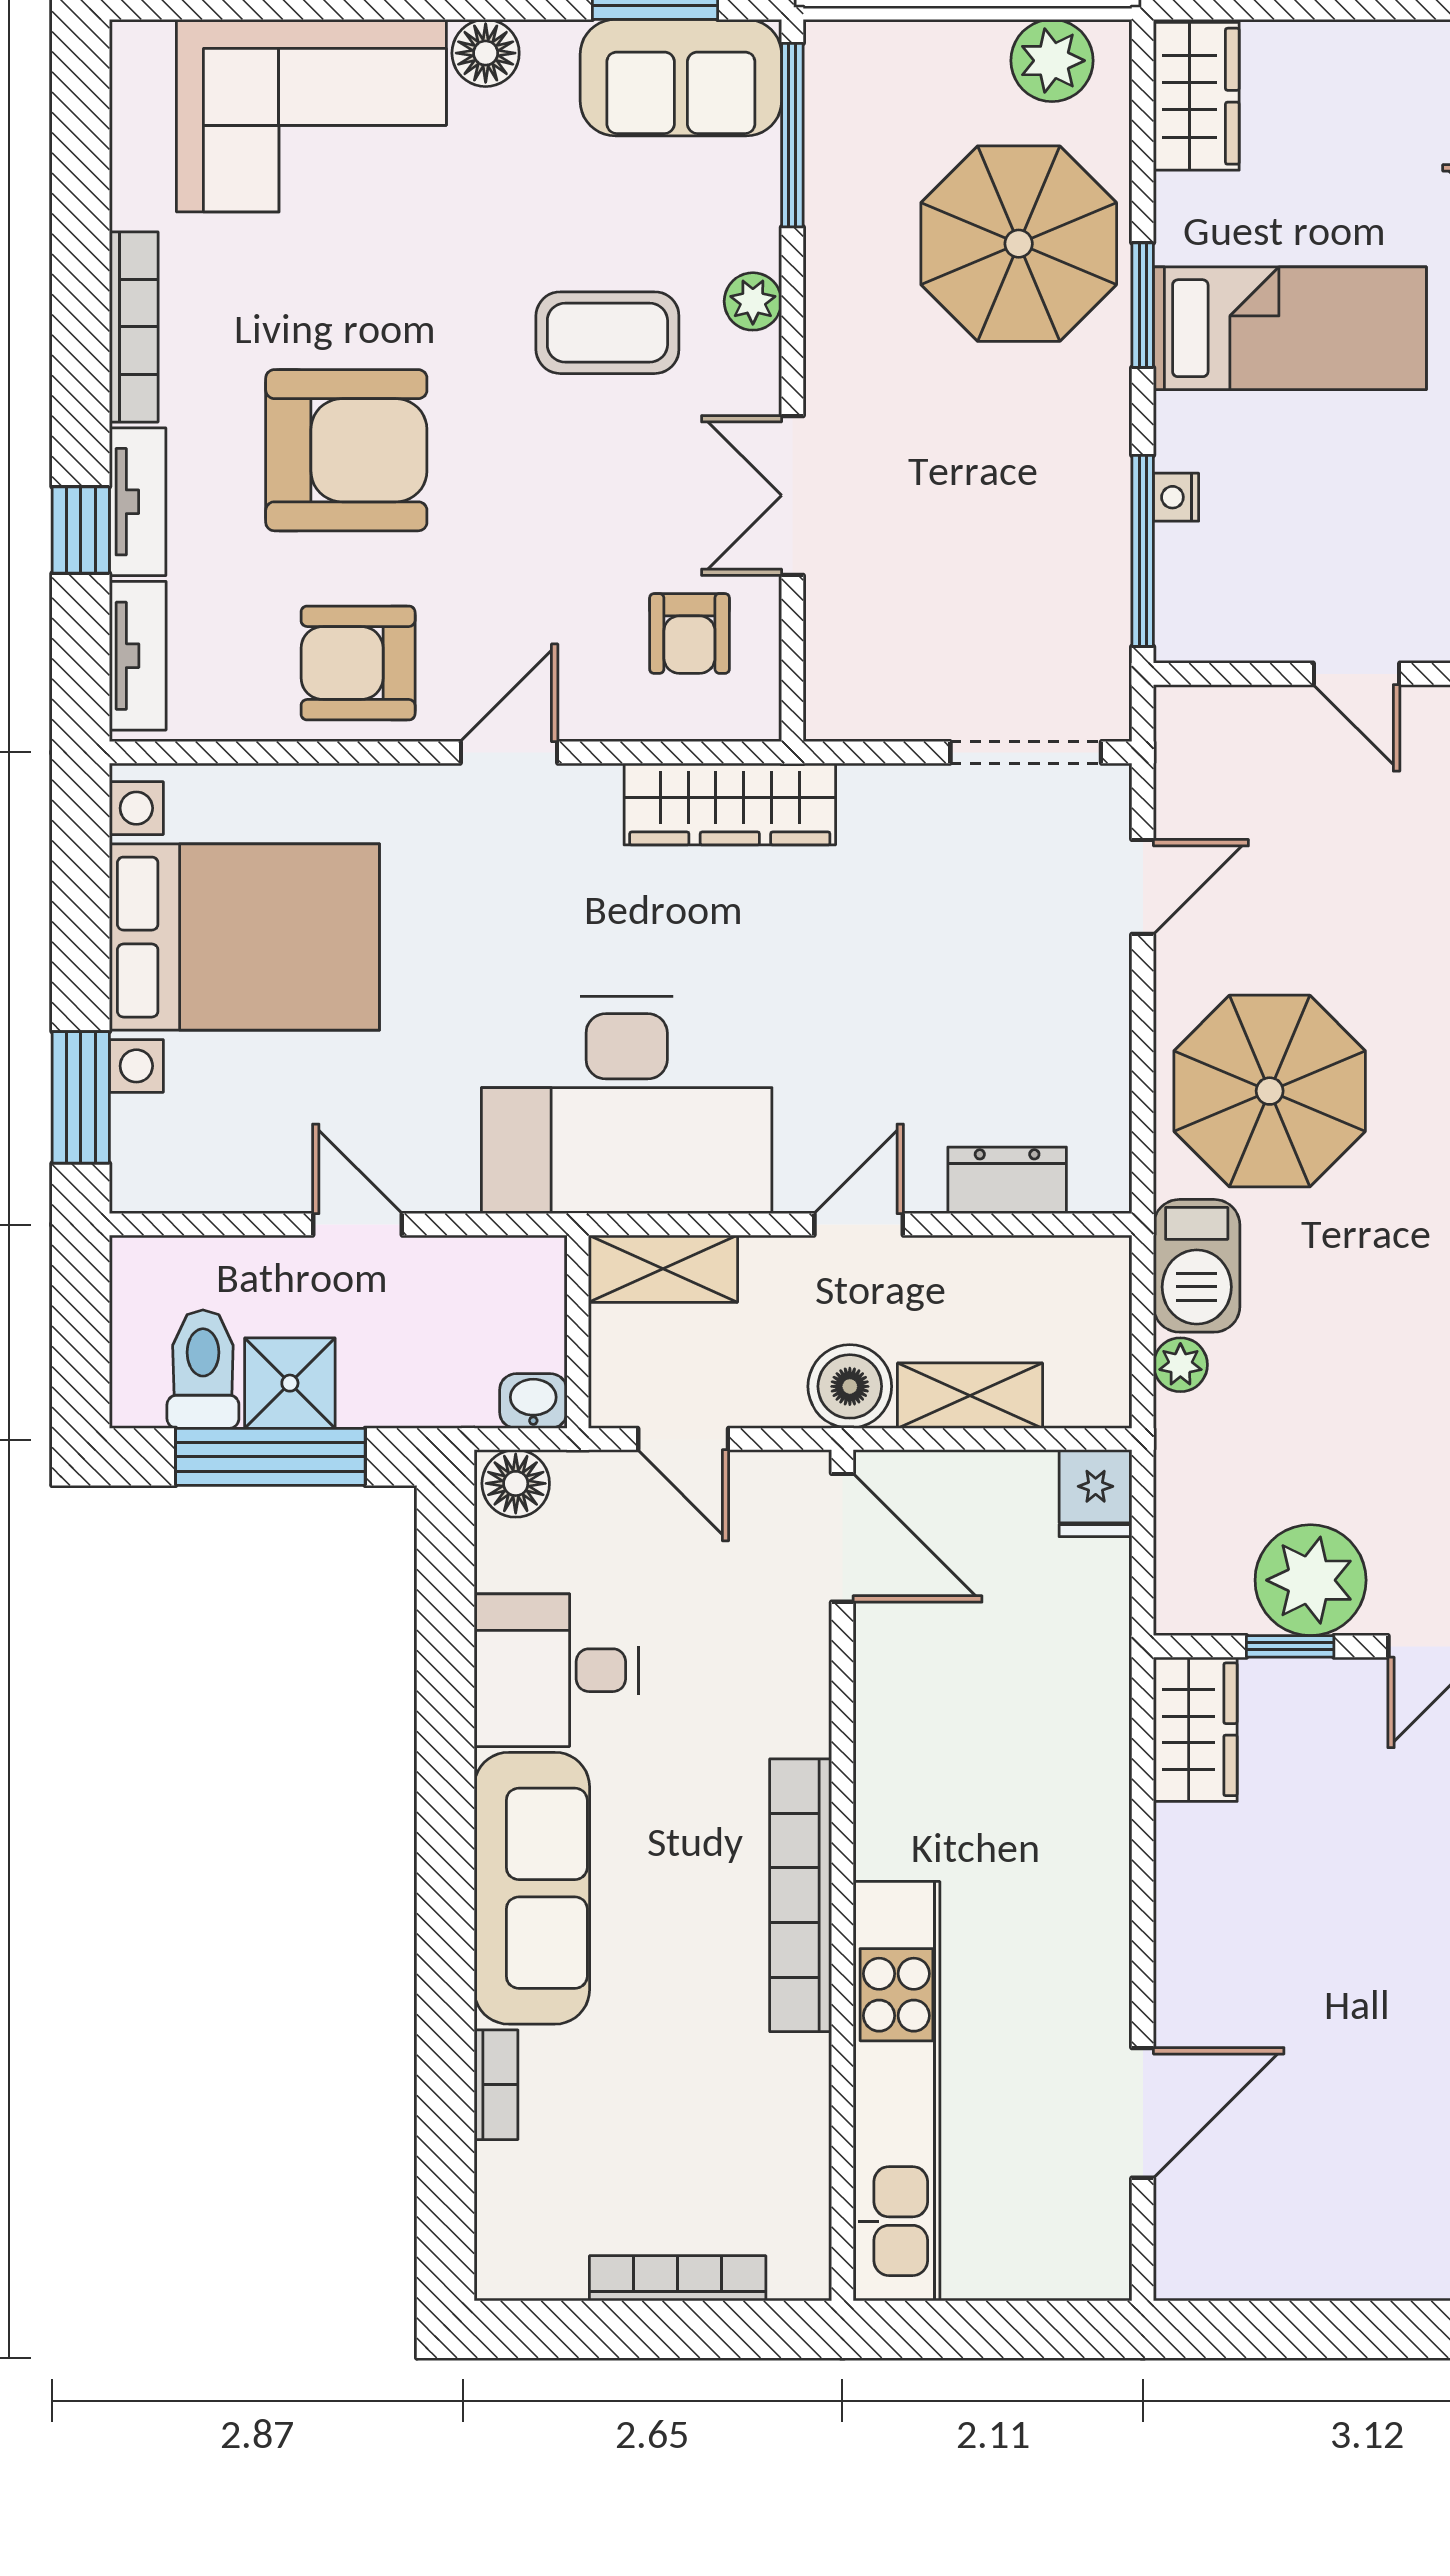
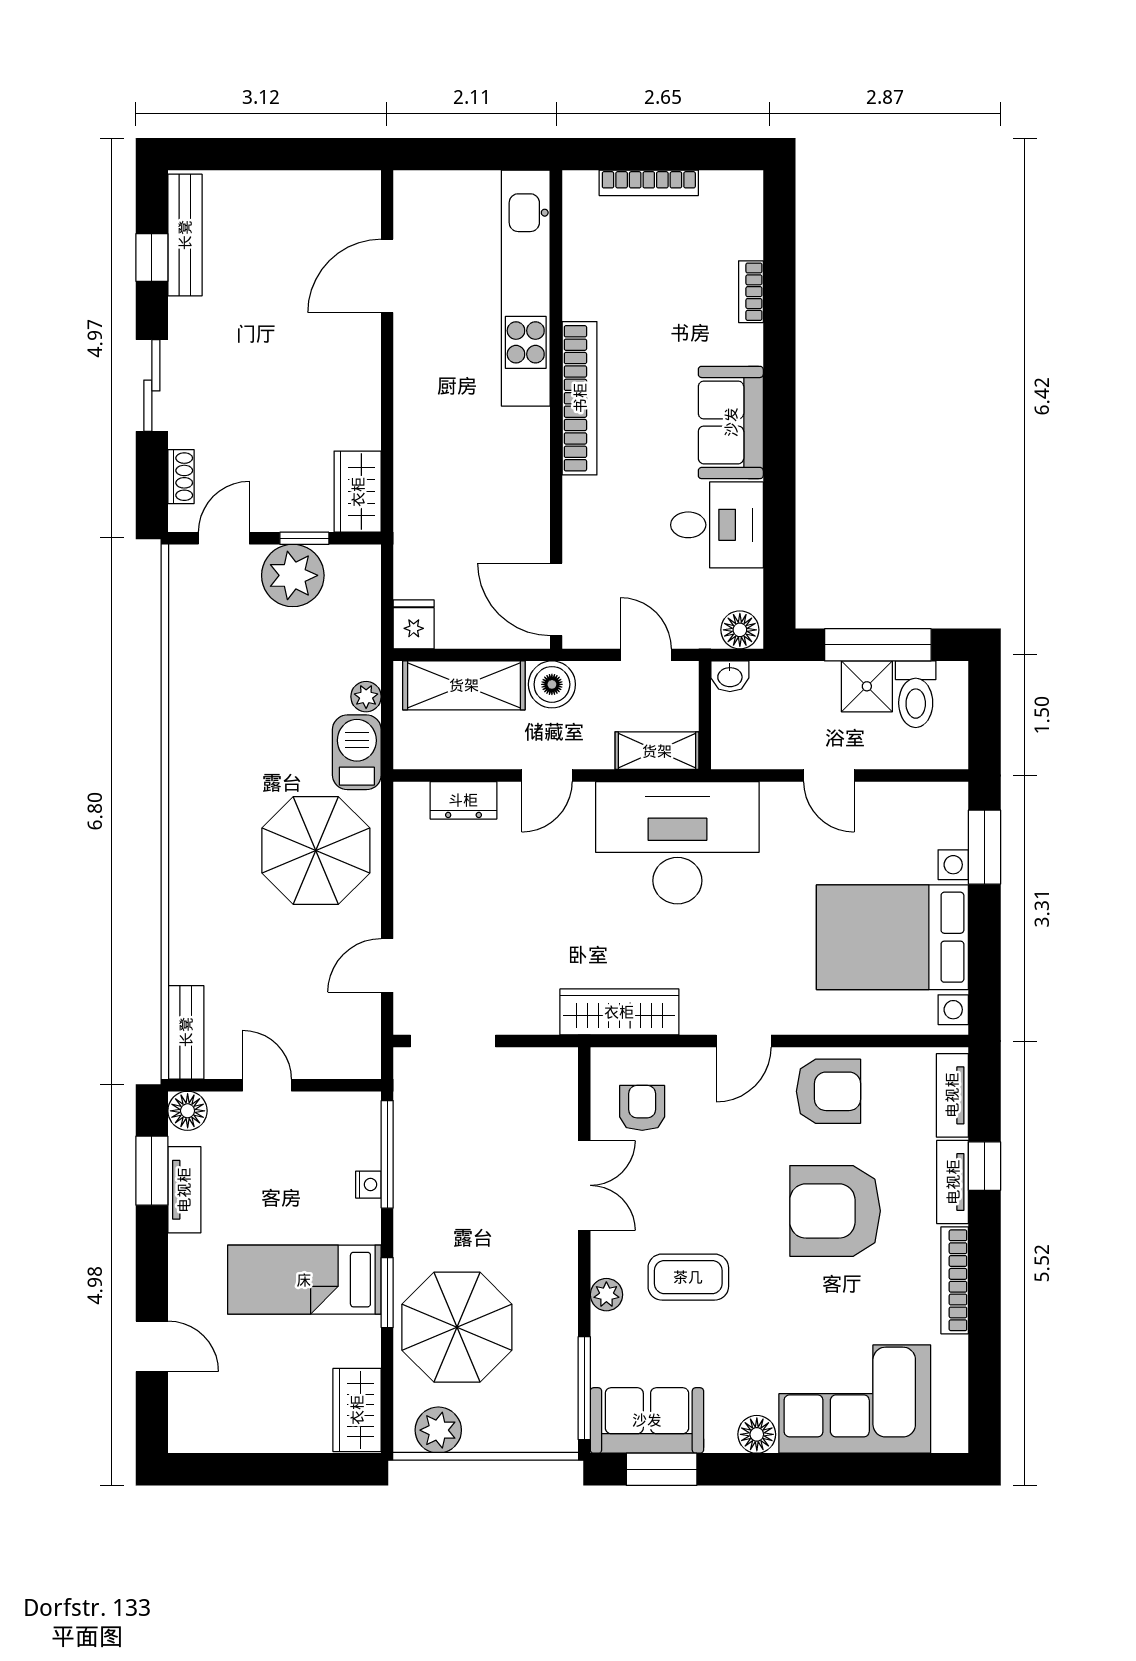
shelving: (970, 1396) -> (464, 685), width x1.50, depth x1.33
sofa: (532, 1888) -> (731, 422), width x0.73

